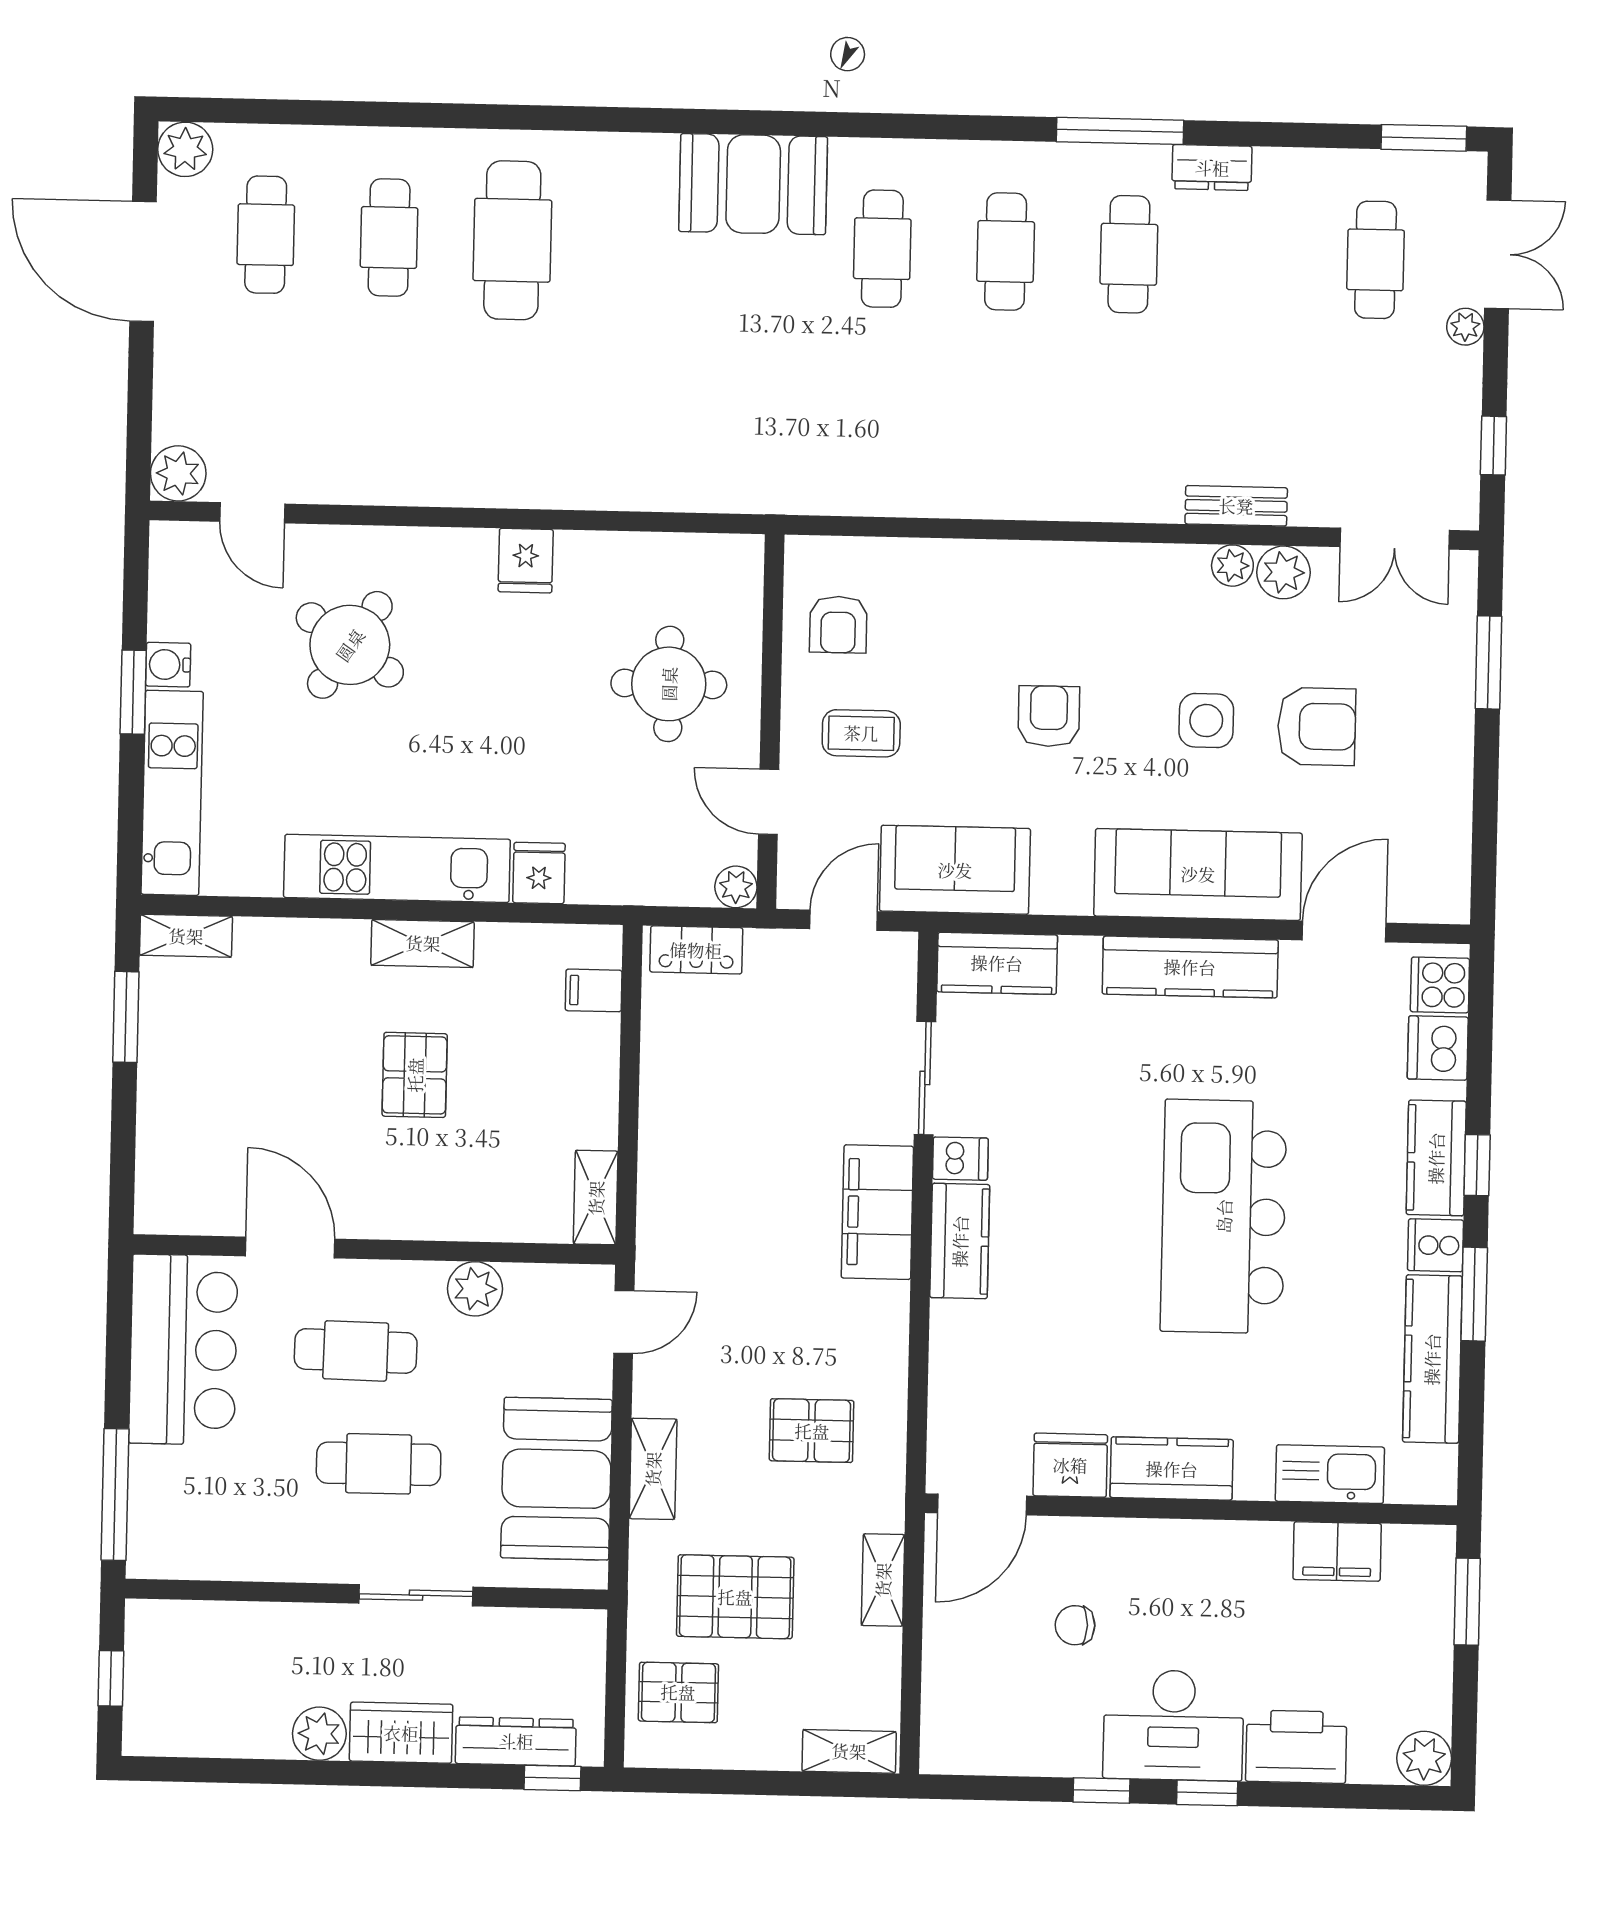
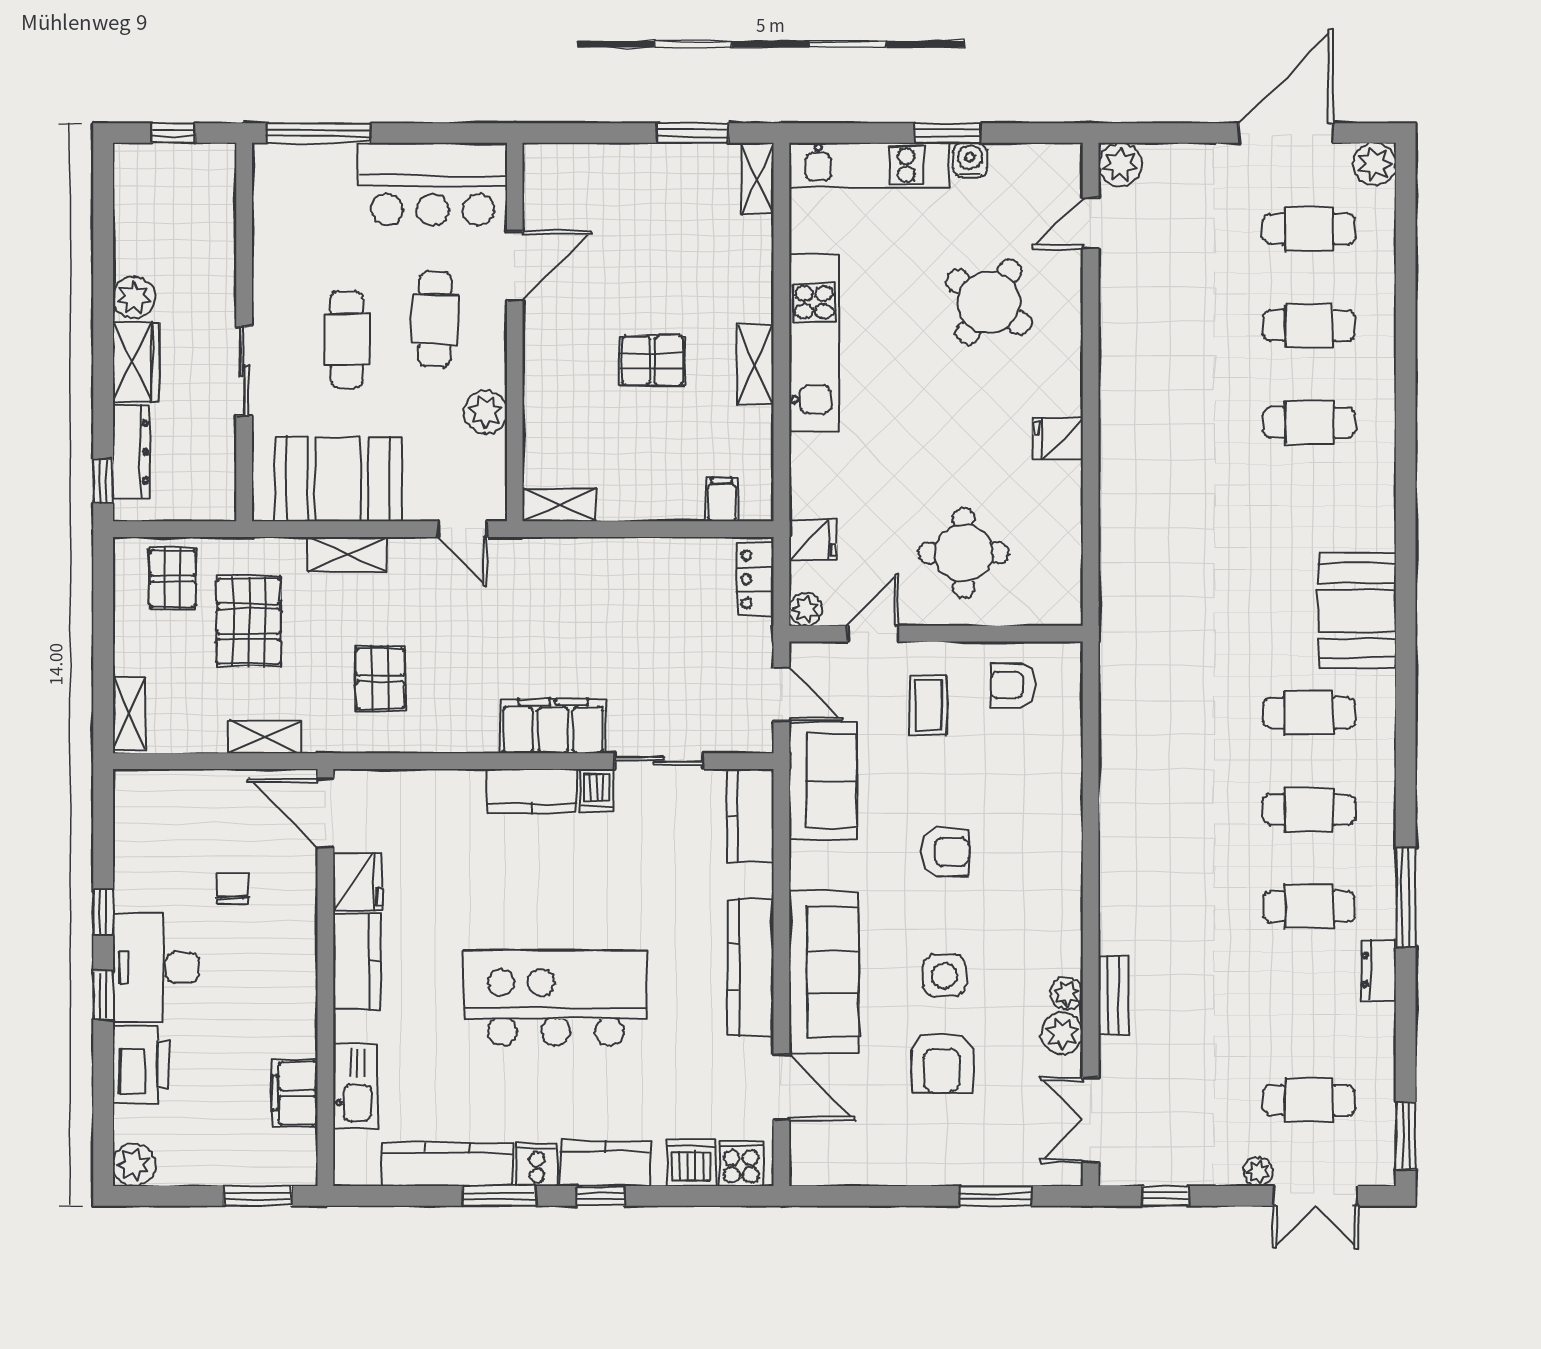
cafe table: (512, 240) -> (1309, 422), width x0.73, depth x0.74
fridge: (539, 873) -> (813, 540), moved

